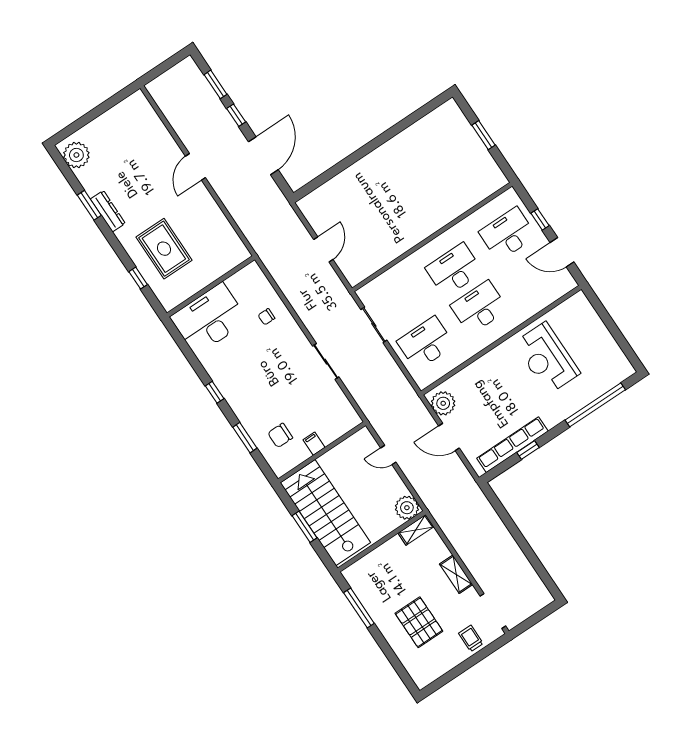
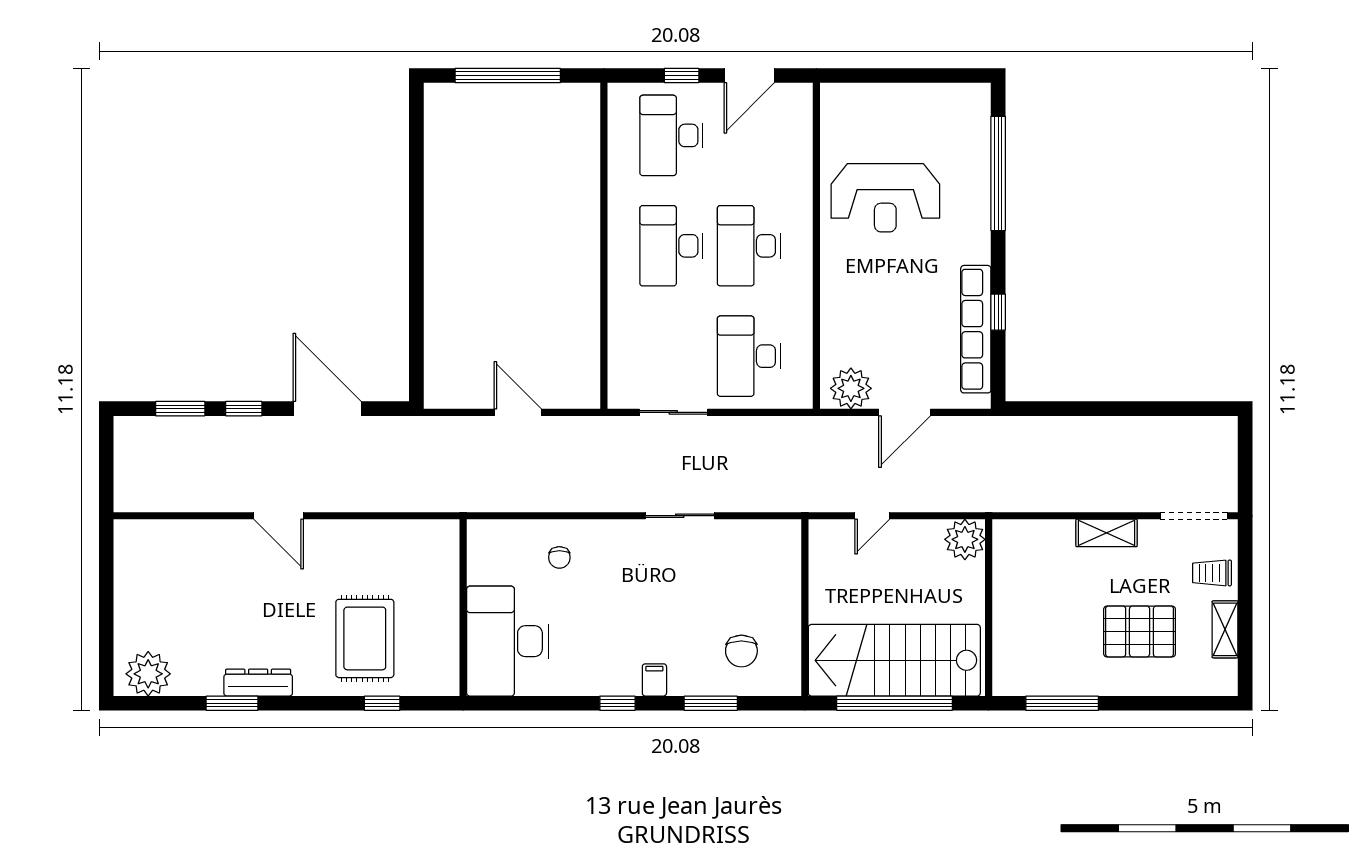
window: (484, 135) -> (508, 76), width x2.11
rug: (164, 249) -> (365, 638), turned 90
filing cabinet: (314, 444) -> (654, 680), moved, turned 90
window: (305, 527) -> (895, 703), width x2.11
shelving: (416, 530) -> (1225, 629), moved

